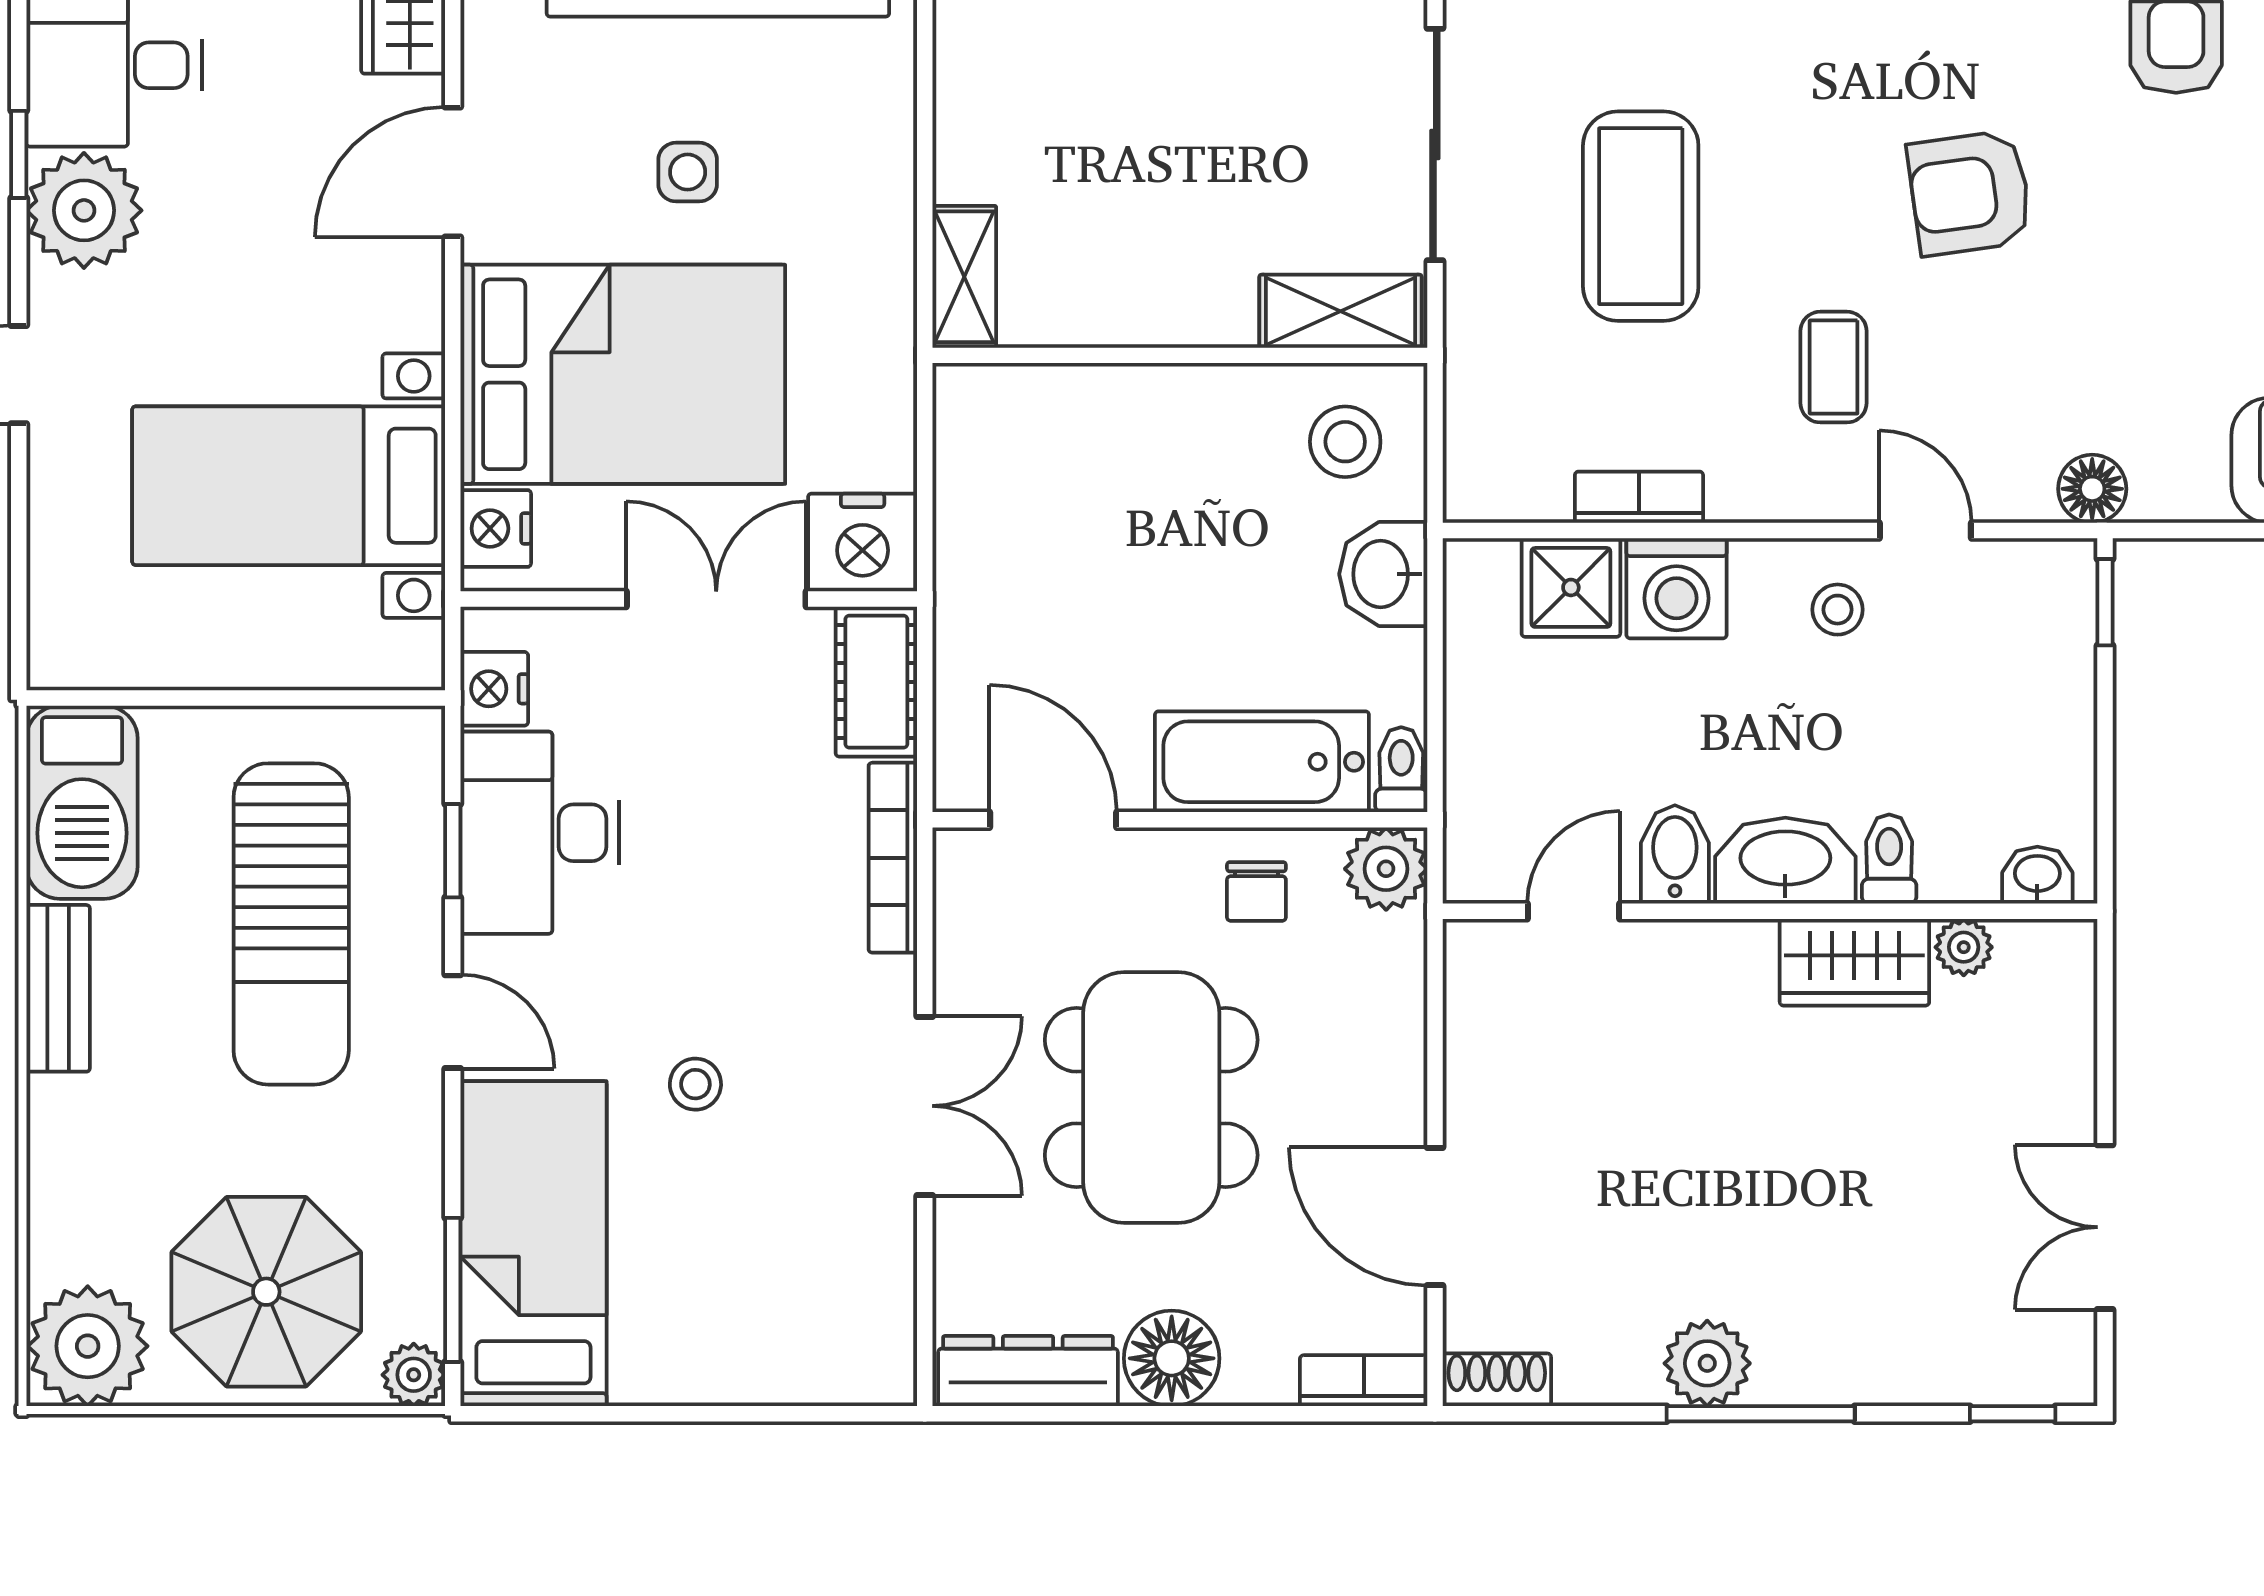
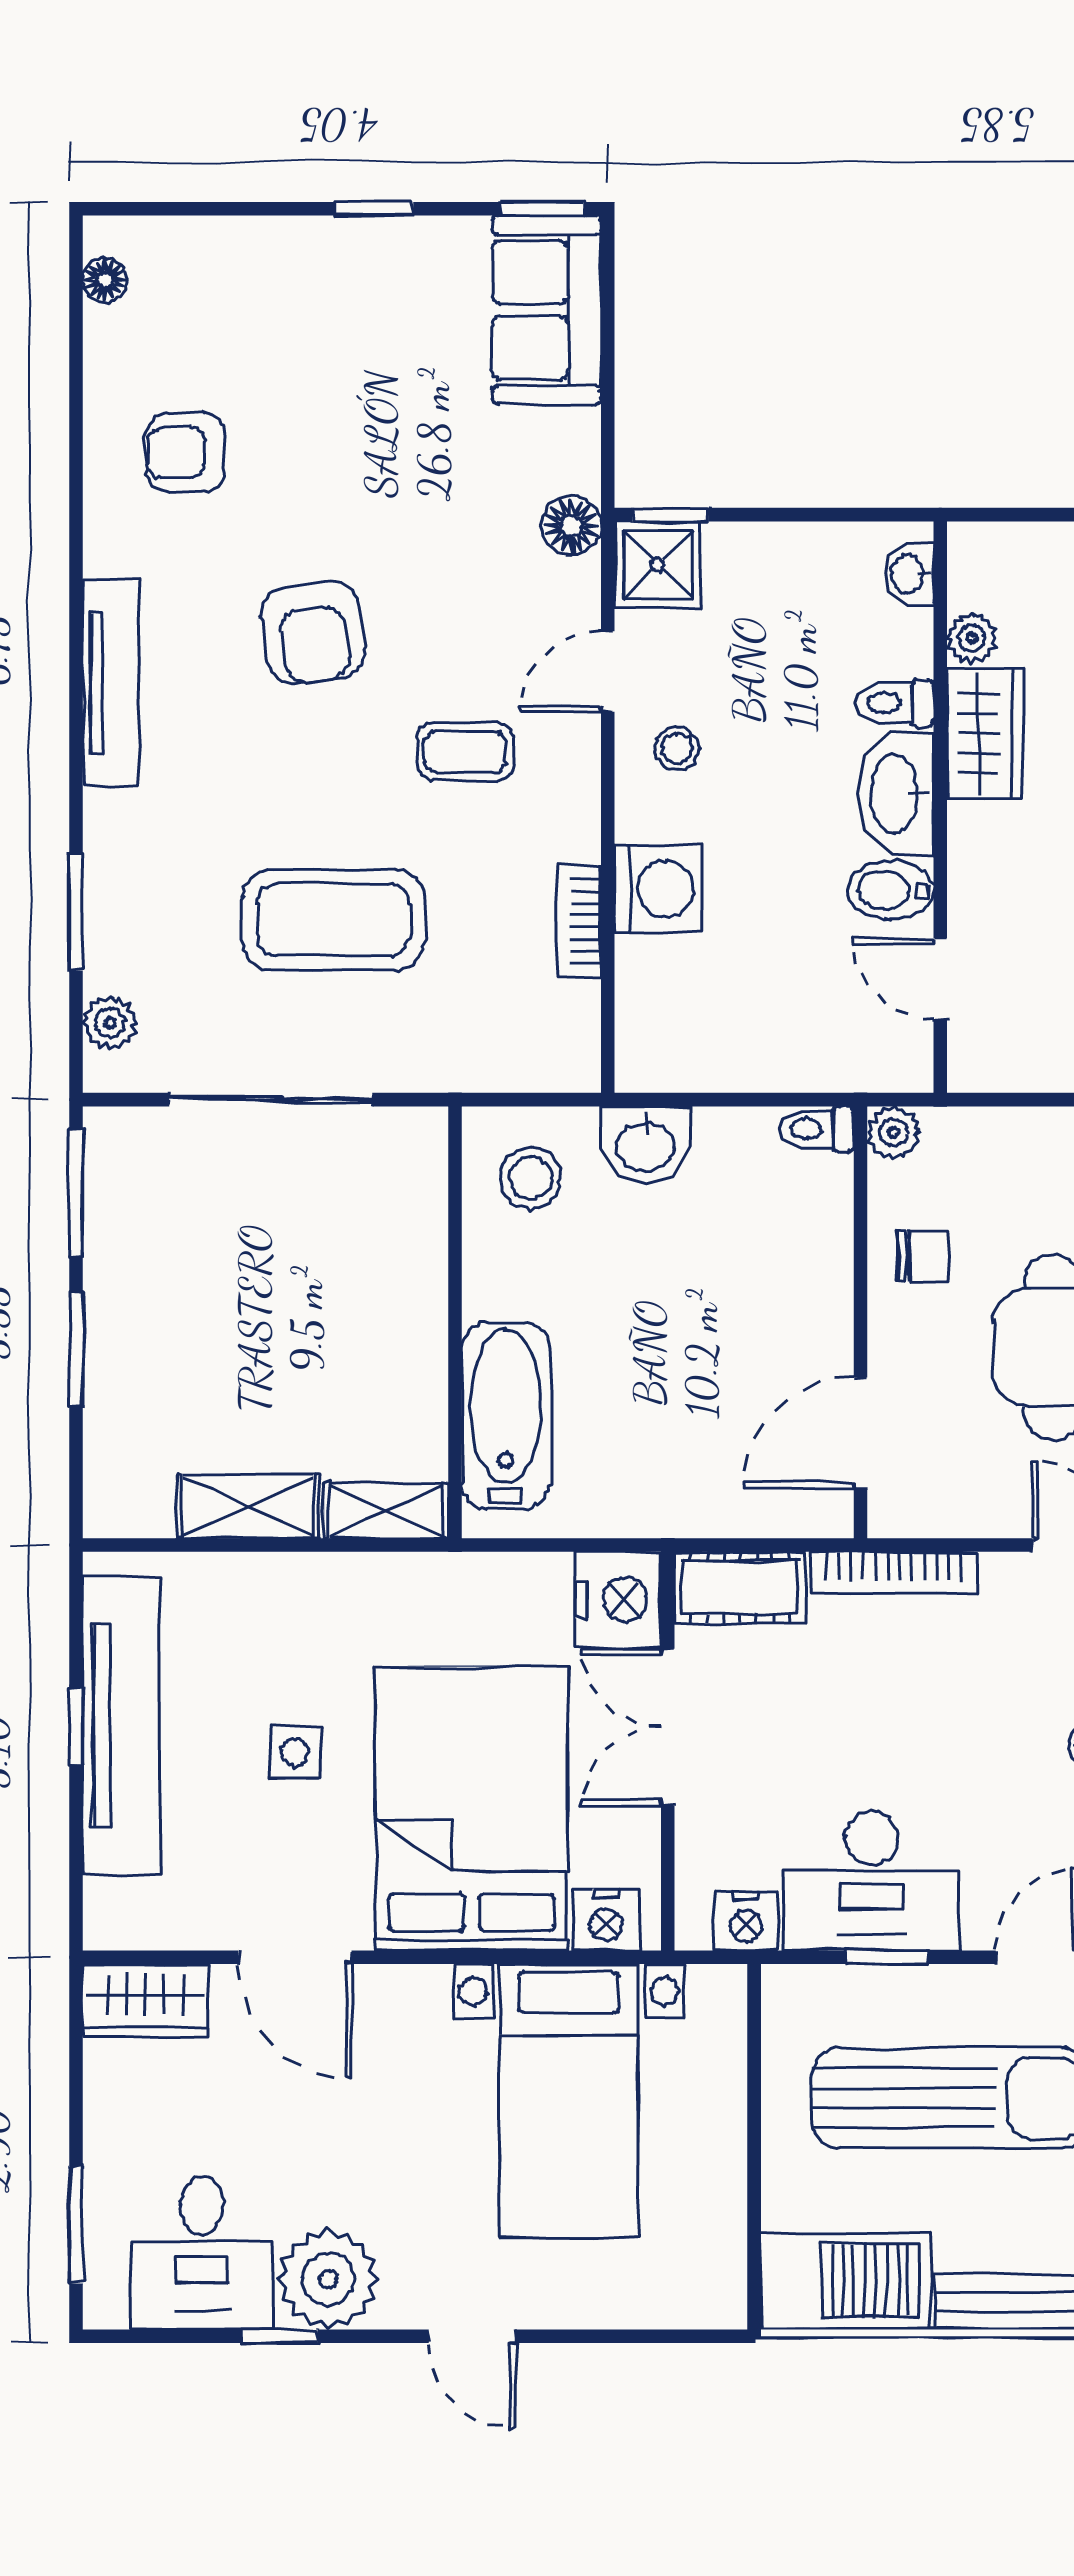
shelving: (1340, 311) -> (248, 1507), moved, turned 90
shower: (1571, 587) -> (658, 564), moved
bathtub: (1262, 762) -> (506, 1415), moved, turned 180
plant: (1386, 869) -> (893, 1133), width x0.73, depth x0.73

